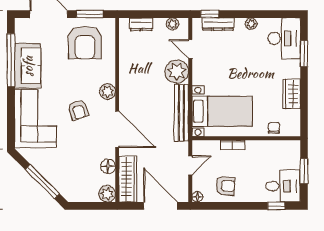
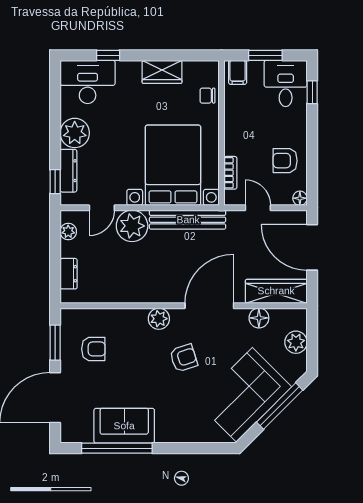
plant: (251, 24) -> (75, 133), width x1.88, depth x1.88
armchair: (85, 43) -> (93, 349), width x0.53, depth x0.53
window: (304, 54) -> (108, 55), width x0.67
bed with nightstands: (222, 111) -> (173, 165), width x1.36
corner sofa: (35, 119) -> (244, 395), moved, turned -45
bookcase: (233, 145) -> (230, 173), moved
filing cabinet: (291, 150) -> (238, 72), added
armchair: (225, 186) -> (285, 161), turned -94
plant: (107, 194) -> (296, 342), moved
door: (161, 206) -> (312, 247), hinge flipped

